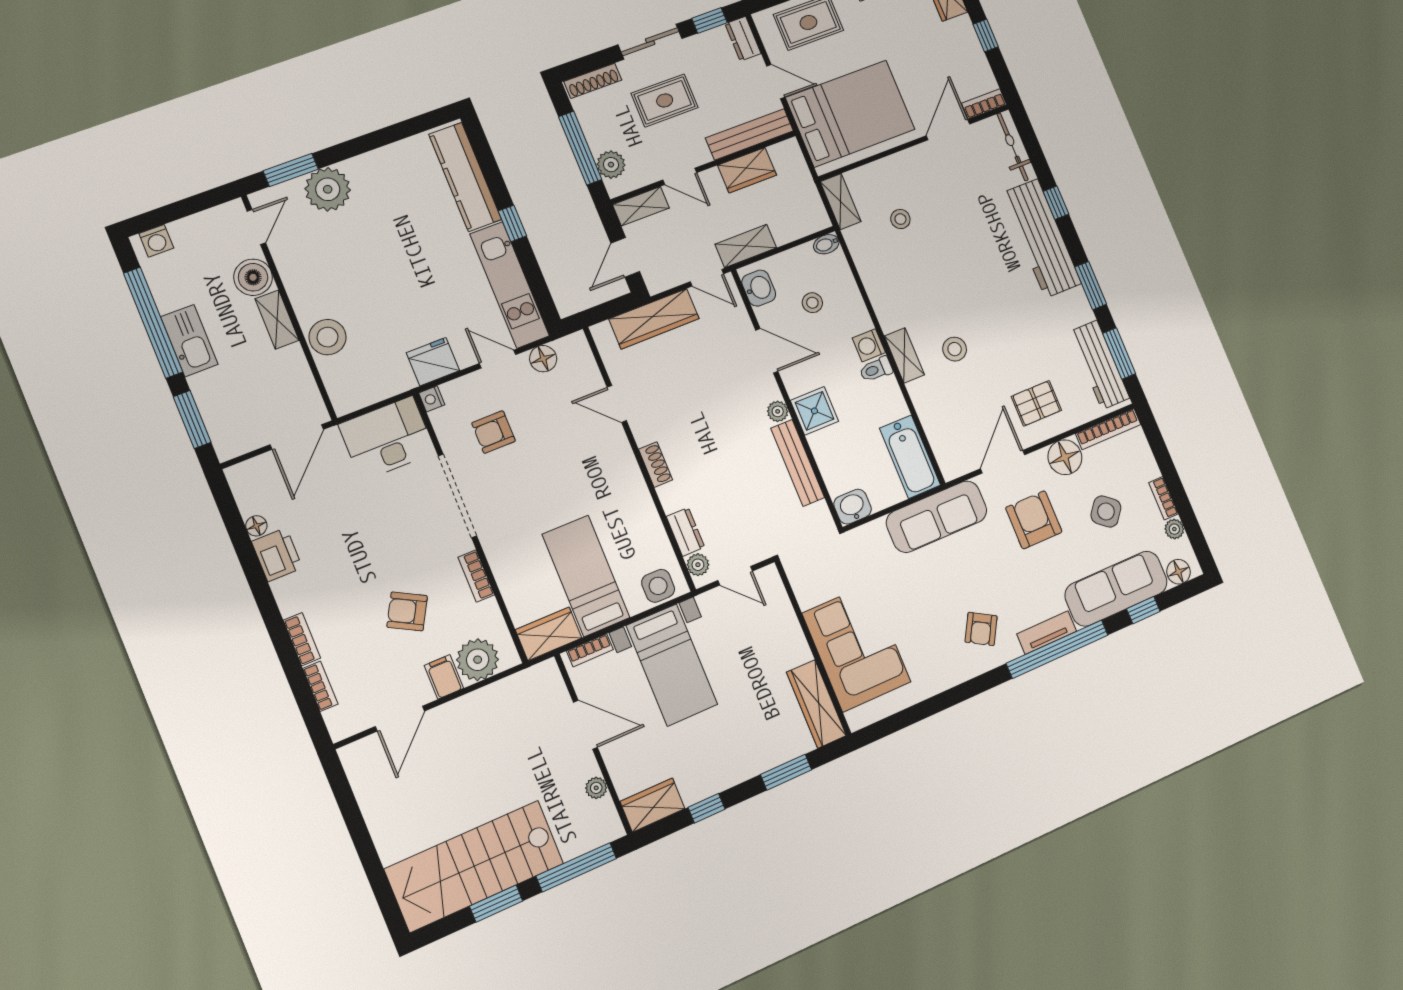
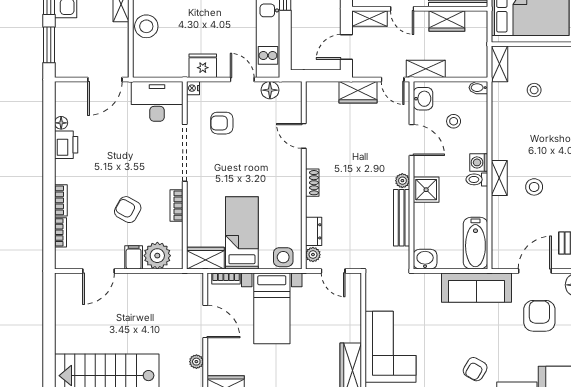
wardrobe: (654, 319) -> (358, 92), width x0.67

